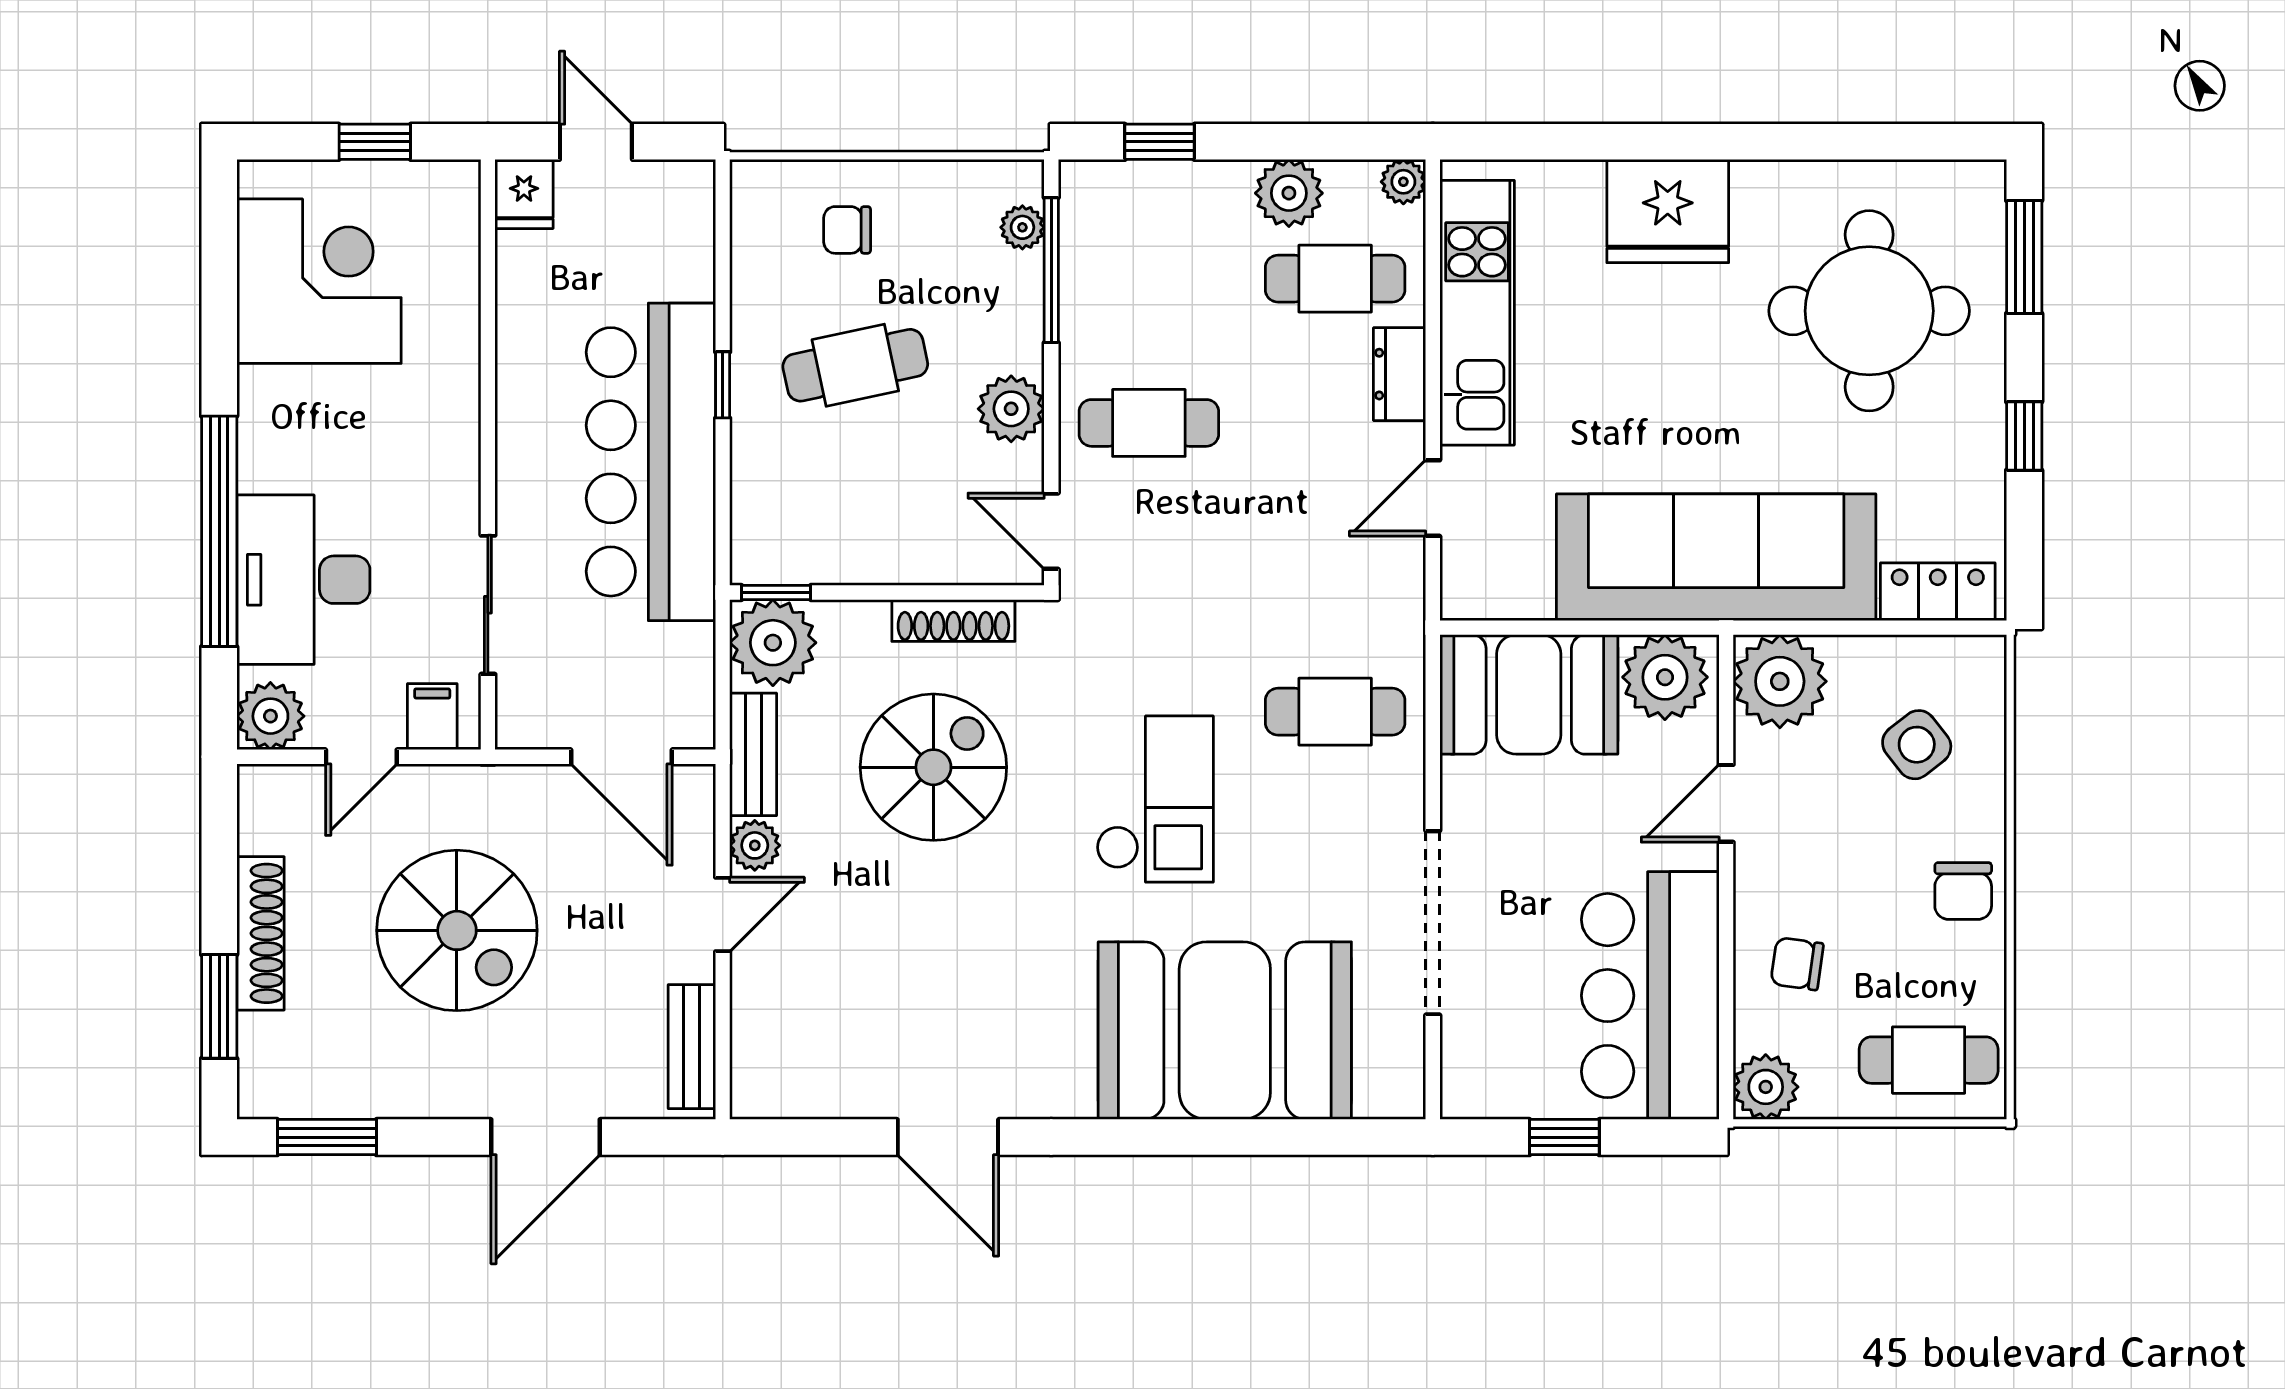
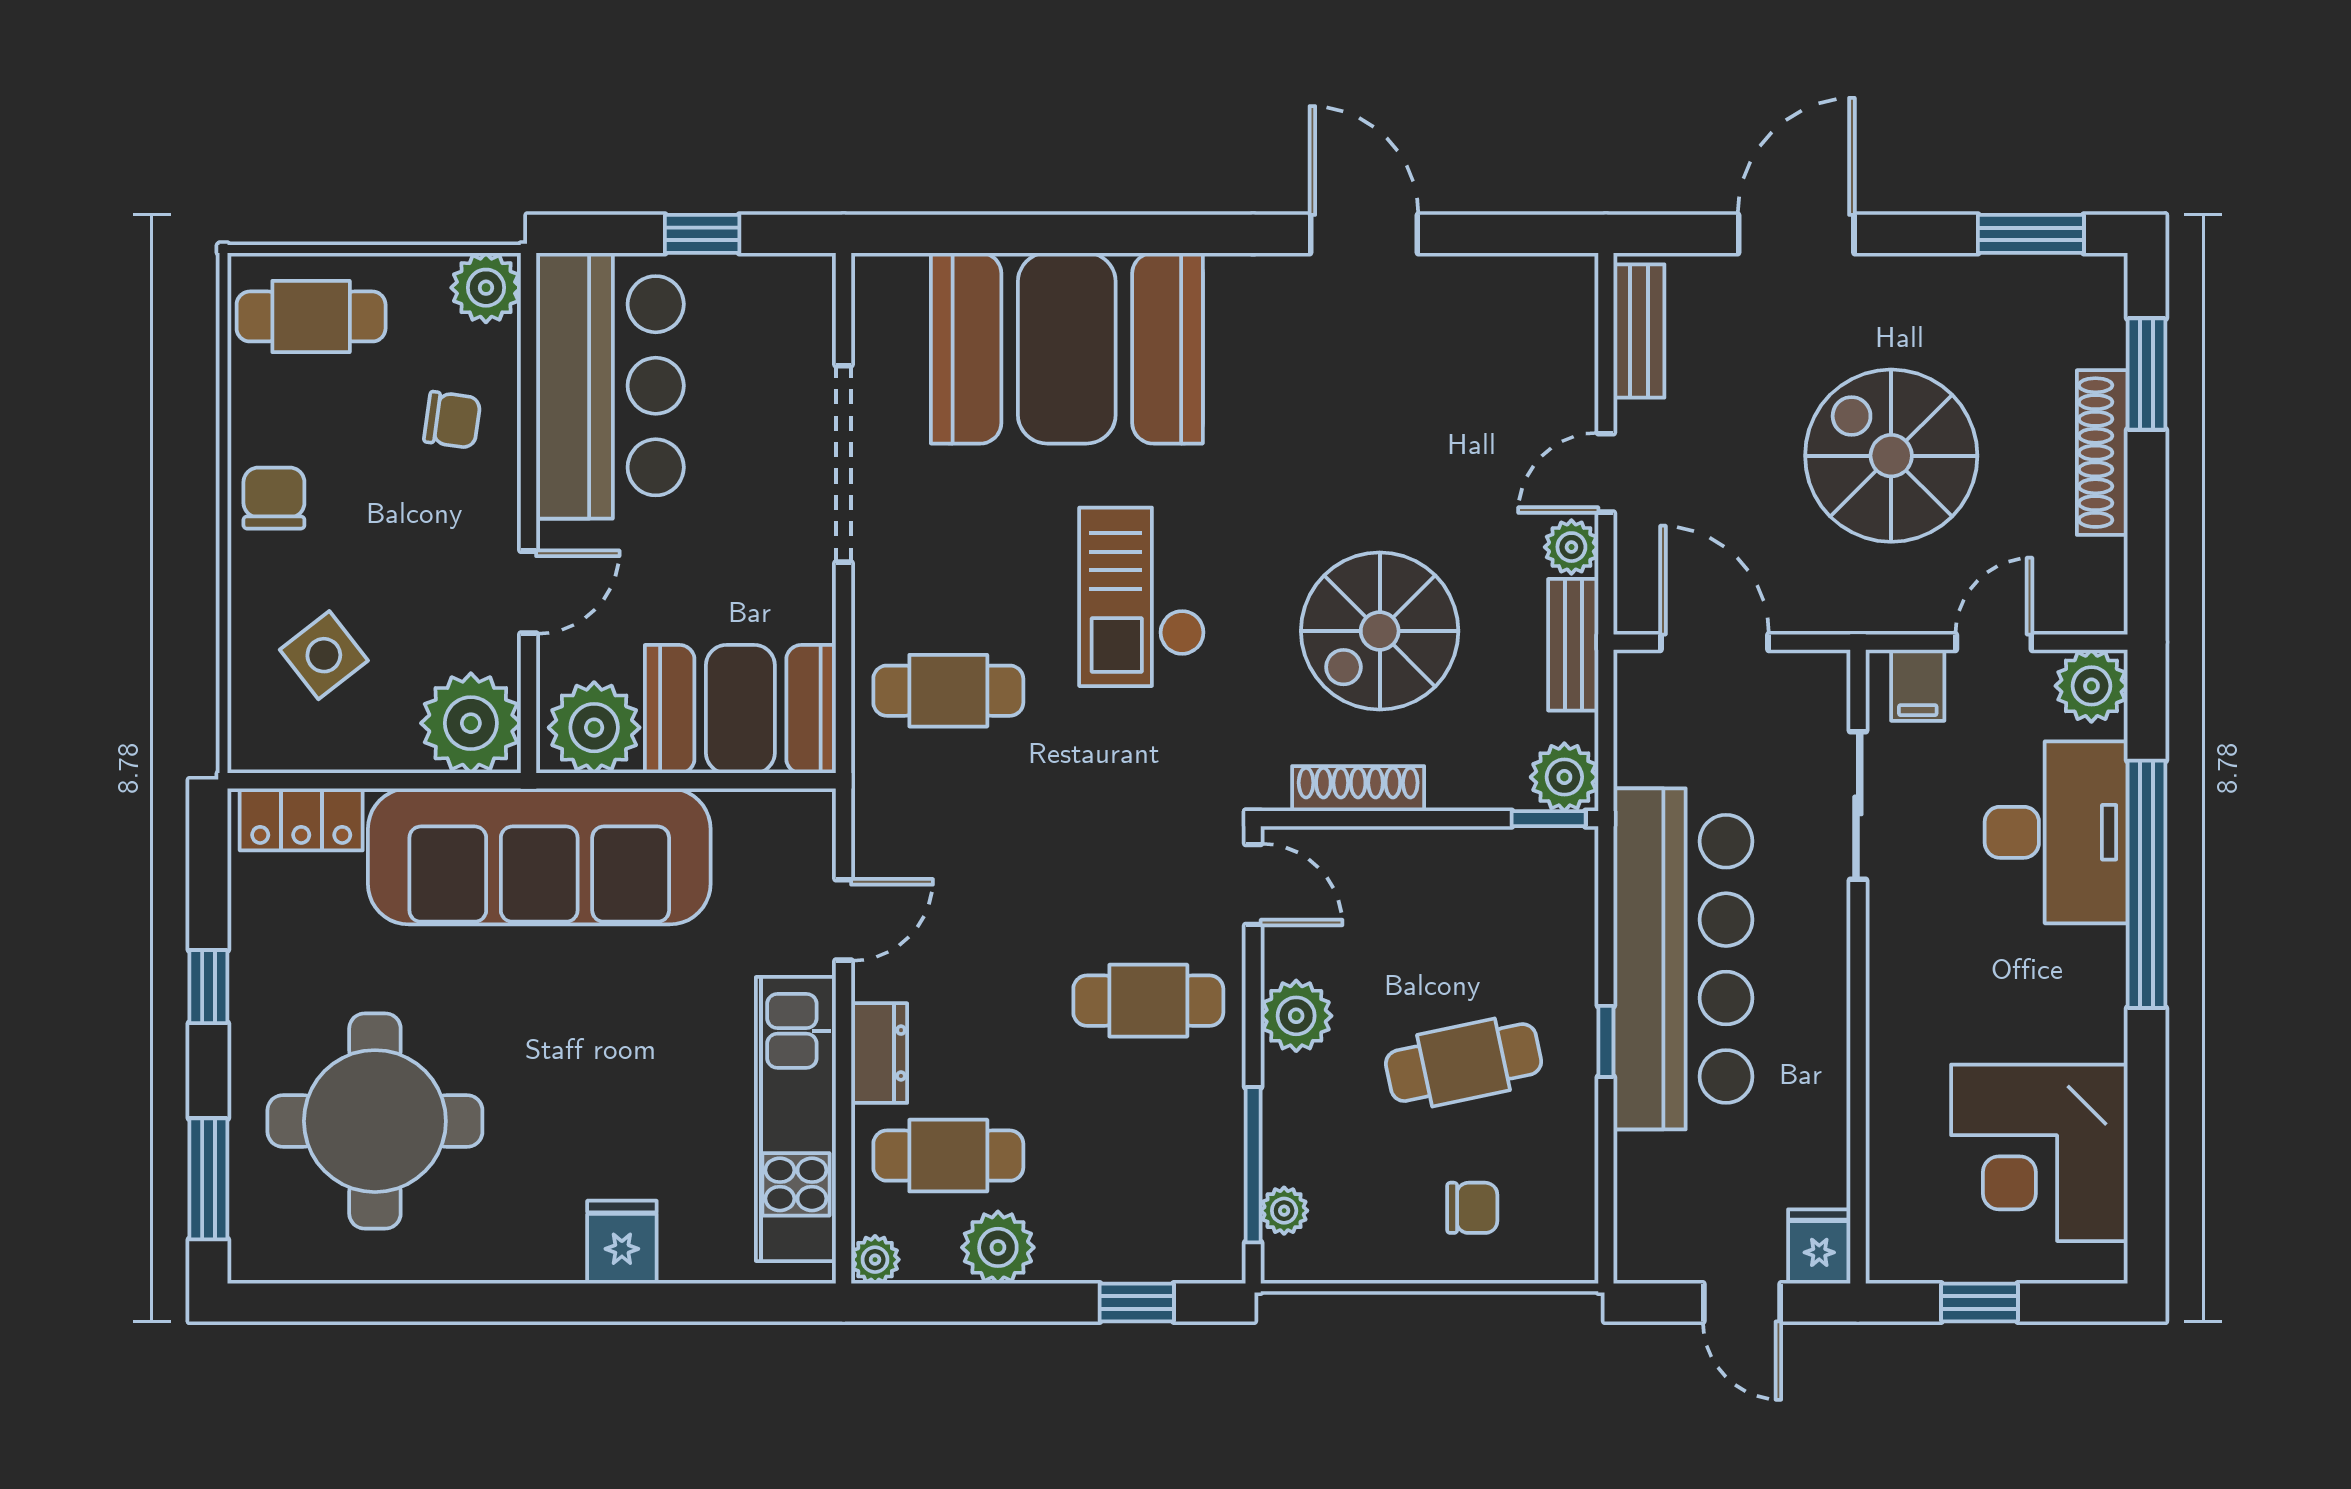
fridge: (1668, 211) -> (622, 1242), width x0.53, depth x0.75
plant: (773, 643) -> (1564, 777), width x0.73, depth x0.73

